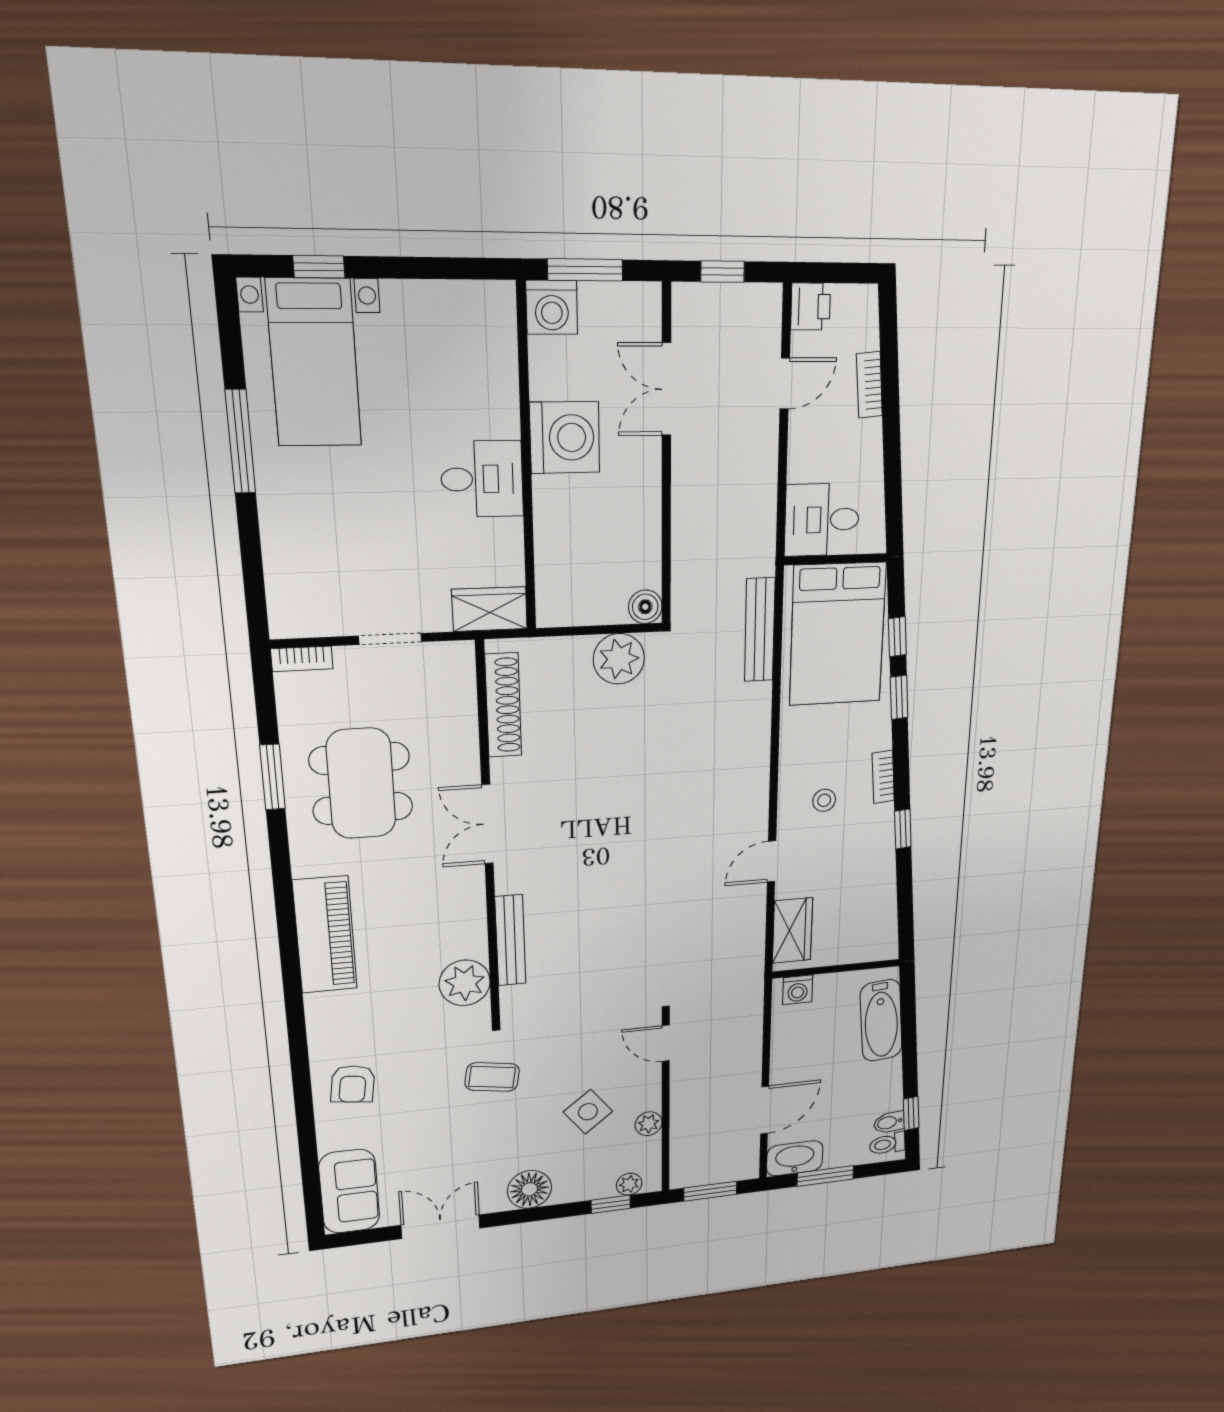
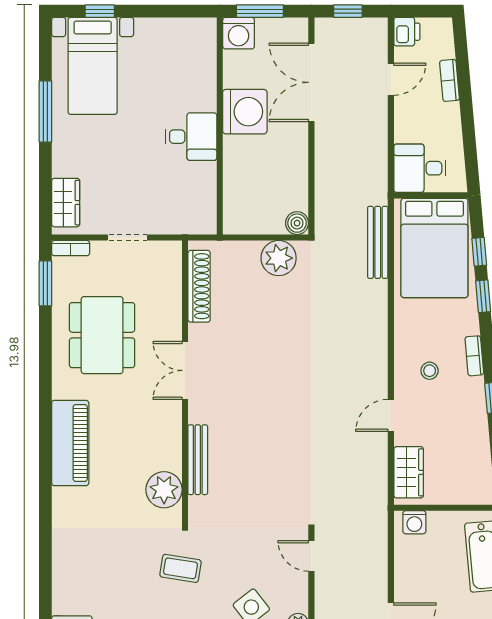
double door: (666, 389) -> (311, 82), width x1.37
wardrobe: (490, 609) -> (66, 203), moved, turned 90
window: (272, 777) -> (45, 283), moved
armchair: (353, 1084) -> (81, 562), removed

